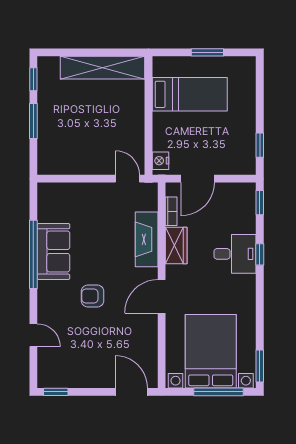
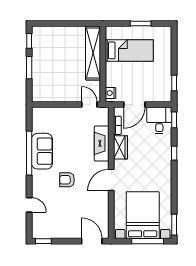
shelving: (102, 68) -> (93, 53), moved, turned 90
desk: (235, 254) -> (159, 120), moved, turned -90

